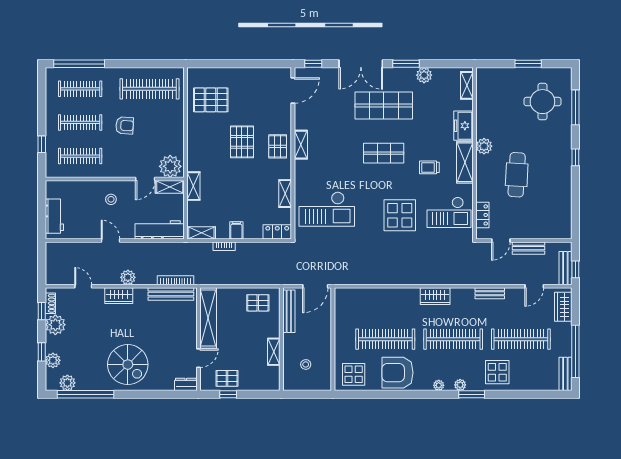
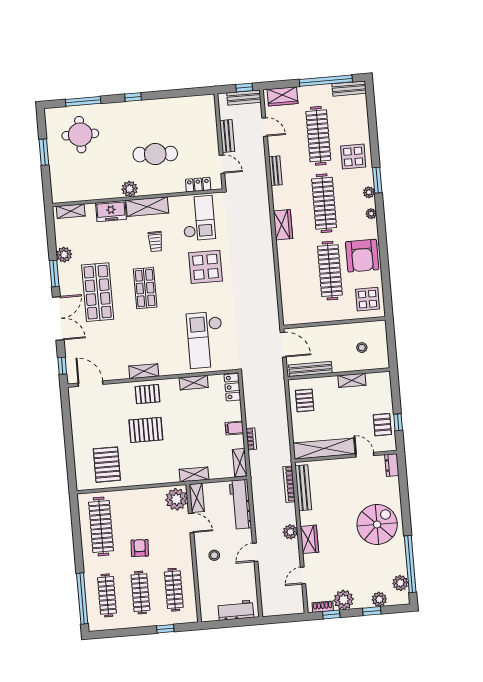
checkout: (327, 209) -> (206, 340), turned 180

